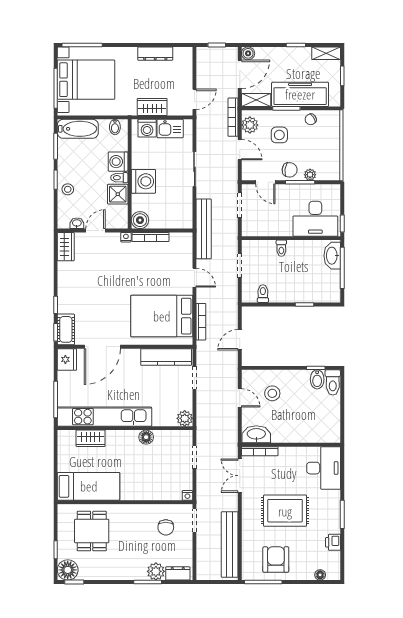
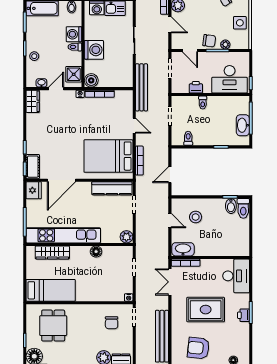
side table: (279, 135) -> (240, 23), moved
shower: (118, 194) -> (74, 74), moved
printer: (273, 229) -> (196, 87), added
washbasin: (332, 256) -> (243, 125), moved
wardrobe: (91, 438) -> (52, 252), width x1.50
printer: (333, 542) -> (244, 315), moved
armchair: (276, 559) -> (198, 348), turned -84

